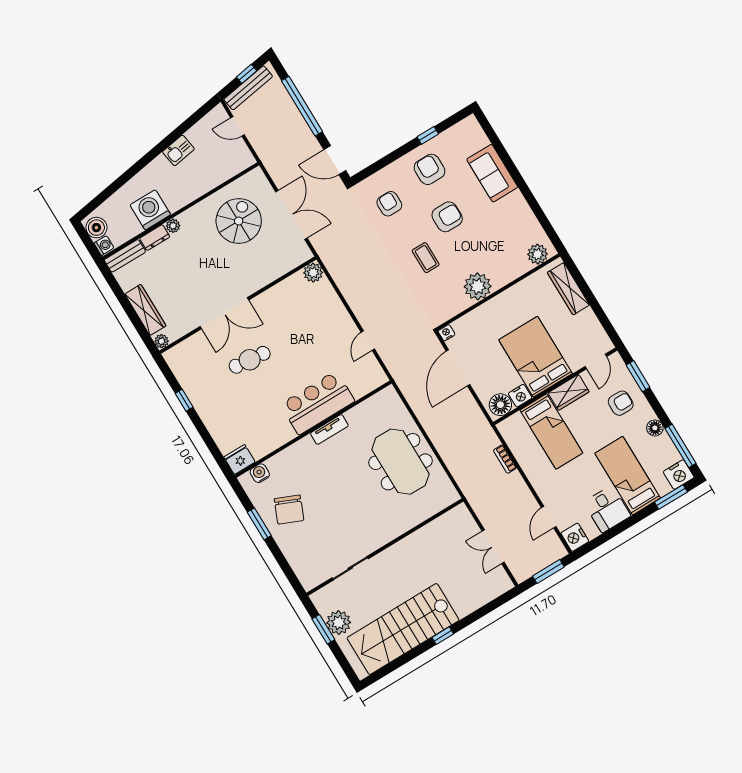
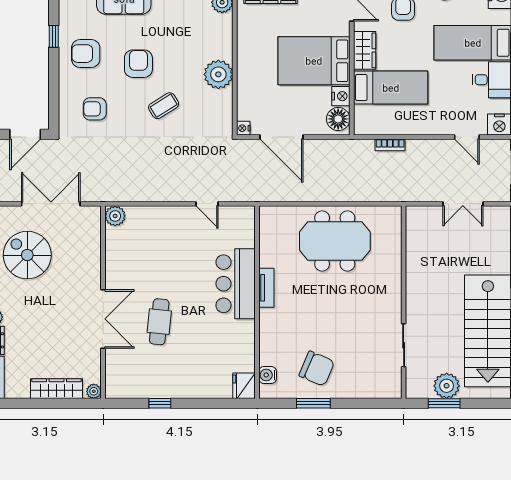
coffee table: (426, 258) -> (164, 106), turned -32

